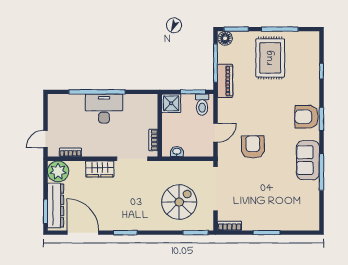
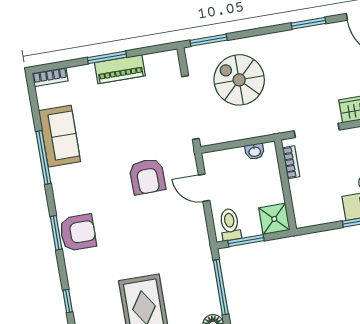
piano: (225, 81) -> (120, 69), moved, turned -90
door: (215, 133) -> (204, 188), hinge flipped
sofa: (308, 160) -> (60, 136), moved
spiral stairs: (179, 202) -> (239, 80), turned 90
bookcase: (230, 226) -> (50, 77), moved

